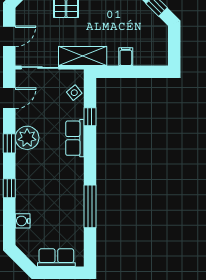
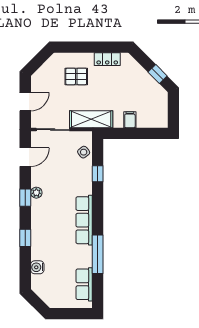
plant: (27, 138) -> (36, 193), width x0.53, depth x0.53
row of seats: (75, 138) -> (84, 220), moved, width x1.48
row of seats: (56, 258) -> (84, 284), moved, turned -90

